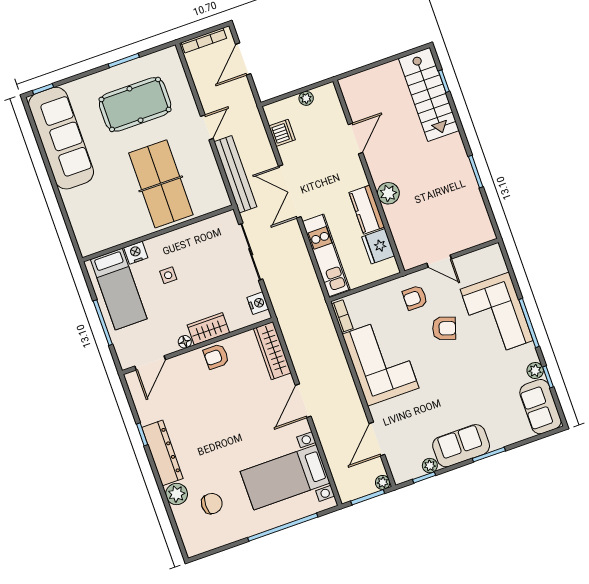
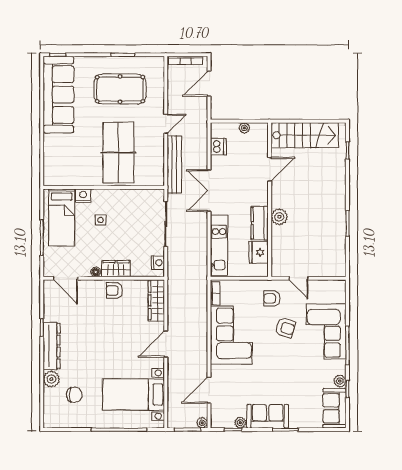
stairs: (429, 94) -> (305, 135), moved, turned -90
door: (150, 363) -> (66, 278), hinge flipped

